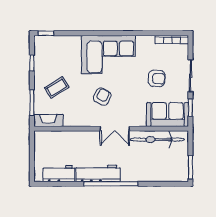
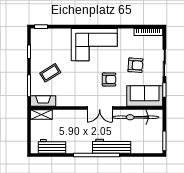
armchair: (102, 97) -> (109, 79), moved, turned 63
shelving: (47, 136) -> (41, 115), added
workbench: (98, 173) -> (112, 146), moved

